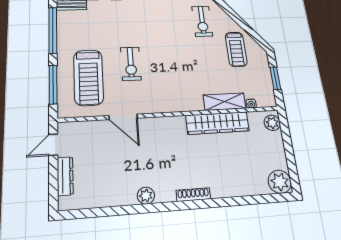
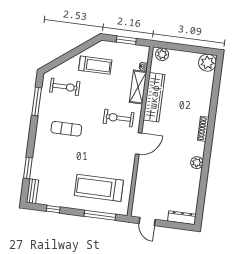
window: (53, 30) -> (53, 209), width x0.32
exercise mat: (154, 30) -> (66, 129), added
exercise bike: (131, 64) -> (118, 118), moved, turned 180
treadmill: (89, 77) -> (99, 188), turned 180
door: (123, 117) -> (139, 144), moved
dresser: (65, 176) -> (182, 218), moved

